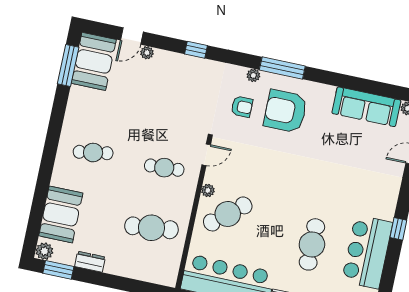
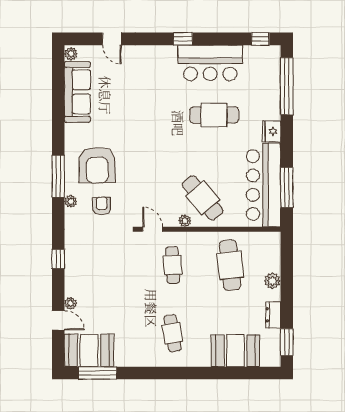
plant: (44, 251) -> (272, 281), moved

